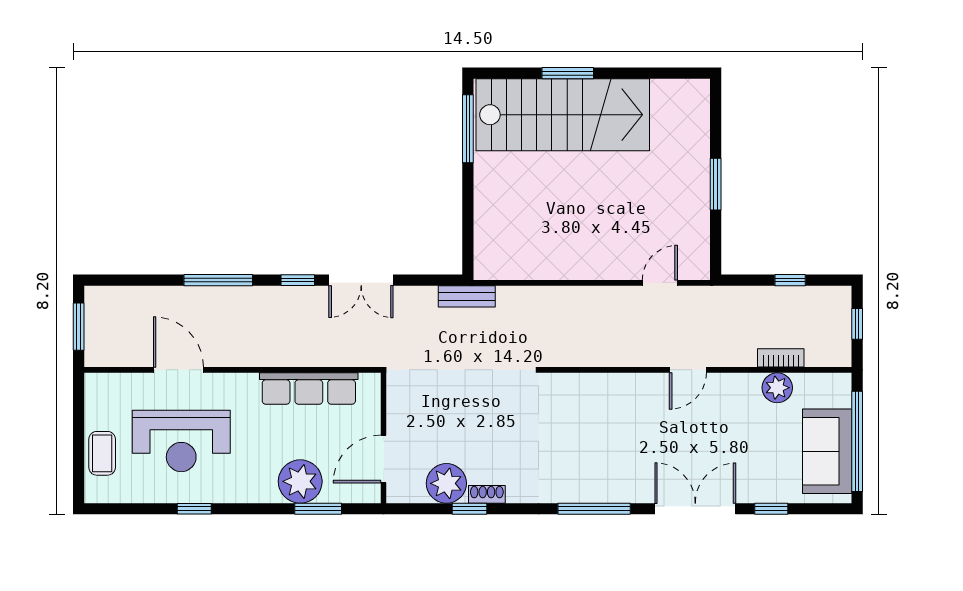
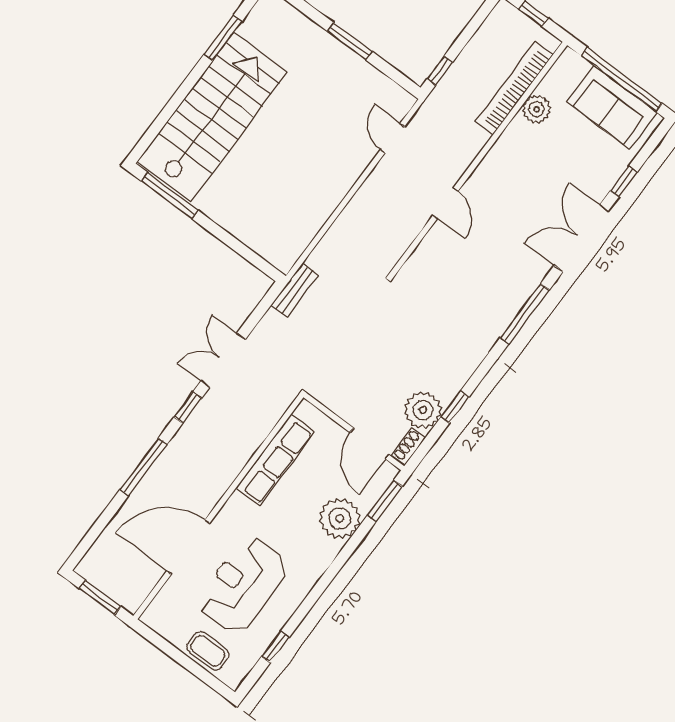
window: (568, 73) -> (223, 38), moved
double door: (361, 280) -> (223, 360), swing flipped
window: (790, 280) -> (440, 71), moved
bookcase: (781, 358) -> (514, 88), width x2.31, depth x1.31
door: (178, 370) -> (188, 547), width x1.36
door: (688, 370) -> (445, 203), moved
reception desk: (181, 441) -> (243, 585), turned 180
shoe rack: (487, 494) -> (409, 447), moved
window: (194, 509) -> (275, 647), moved
window: (318, 509) -> (385, 501), moved

